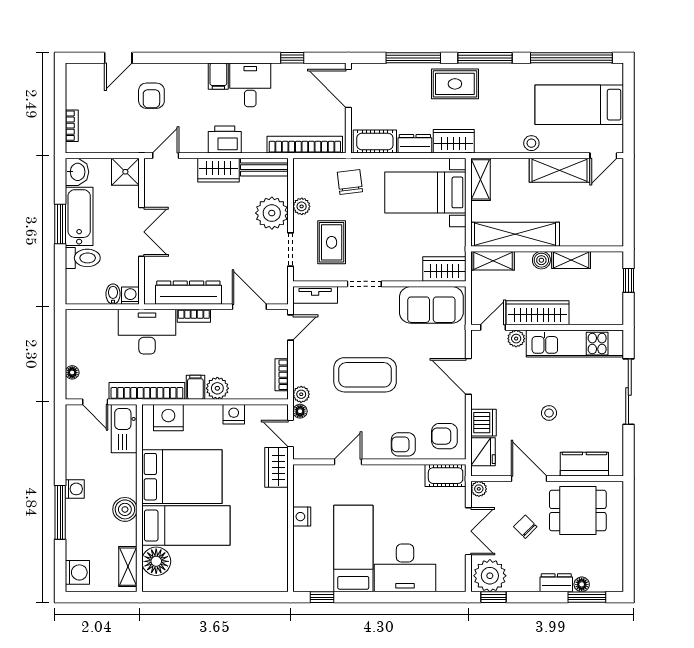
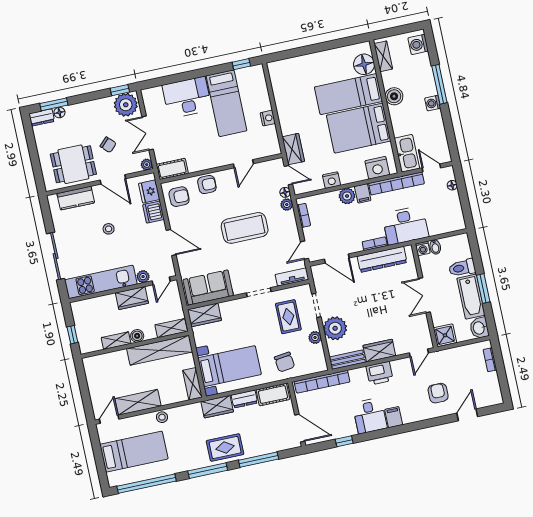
wardrobe: (538, 313) -> (132, 298), width x0.67
dresser: (556, 583) -> (42, 117), moved

